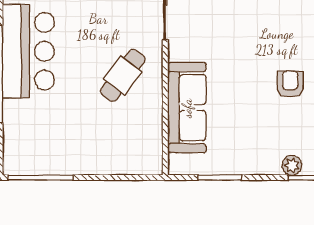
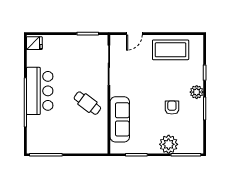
cafe table: (123, 75) -> (87, 103), turned 90
plant: (292, 165) -> (169, 144), width x1.88, depth x1.88

